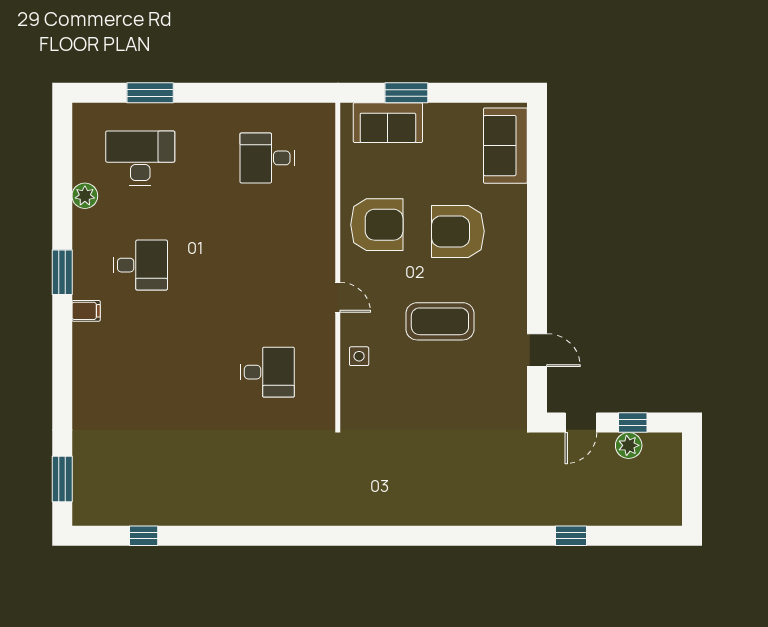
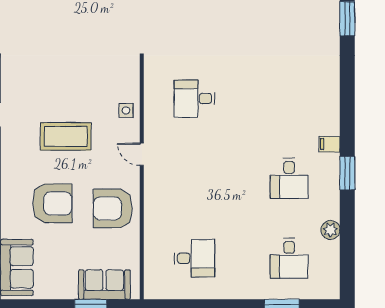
desk: (140, 158) -> (289, 258), width x0.73
desk: (140, 265) -> (289, 178), turned -90

